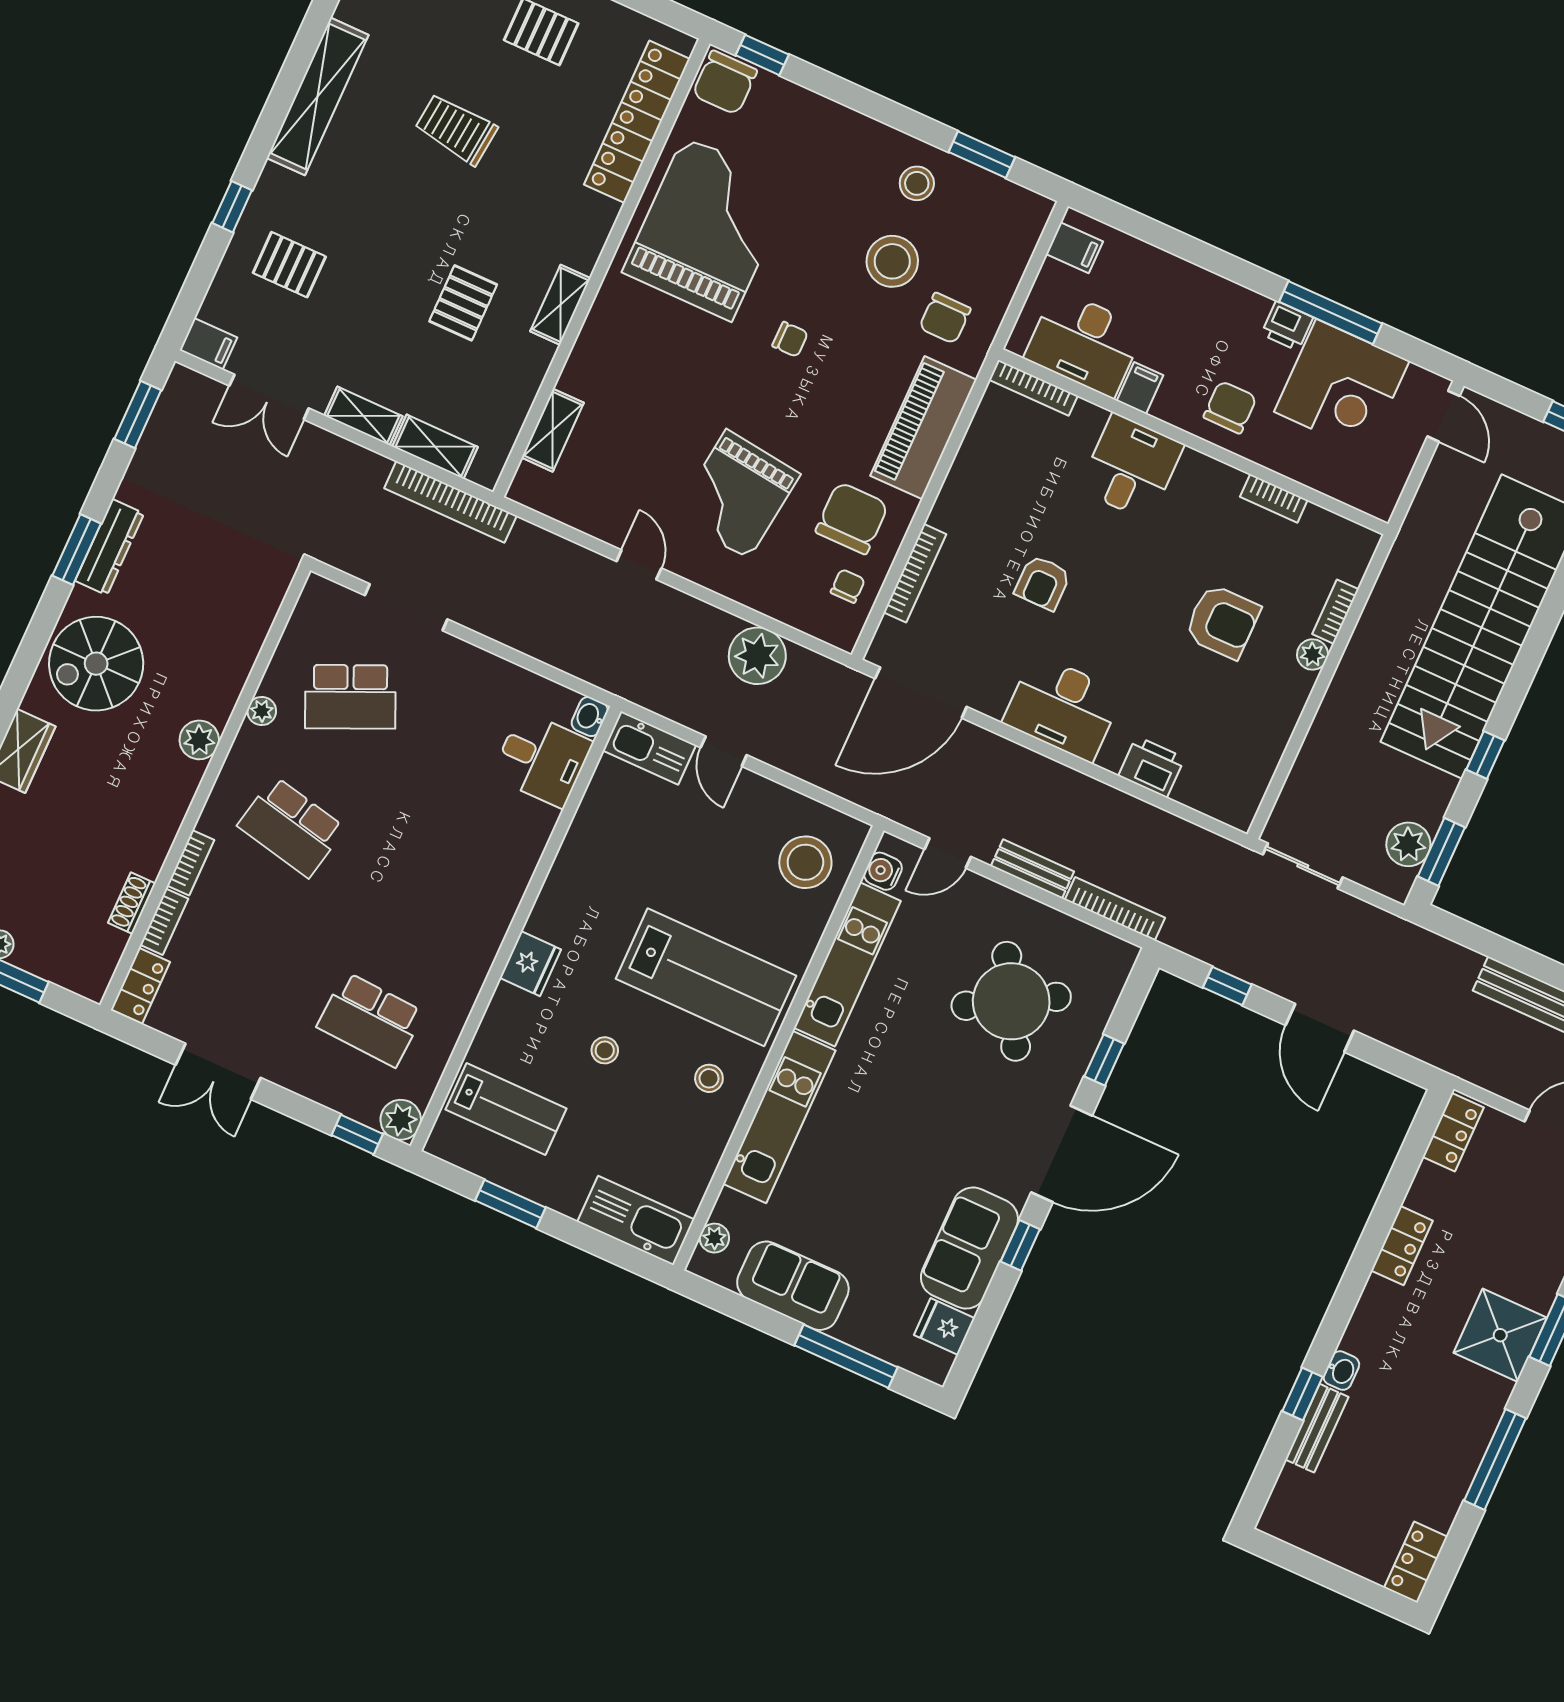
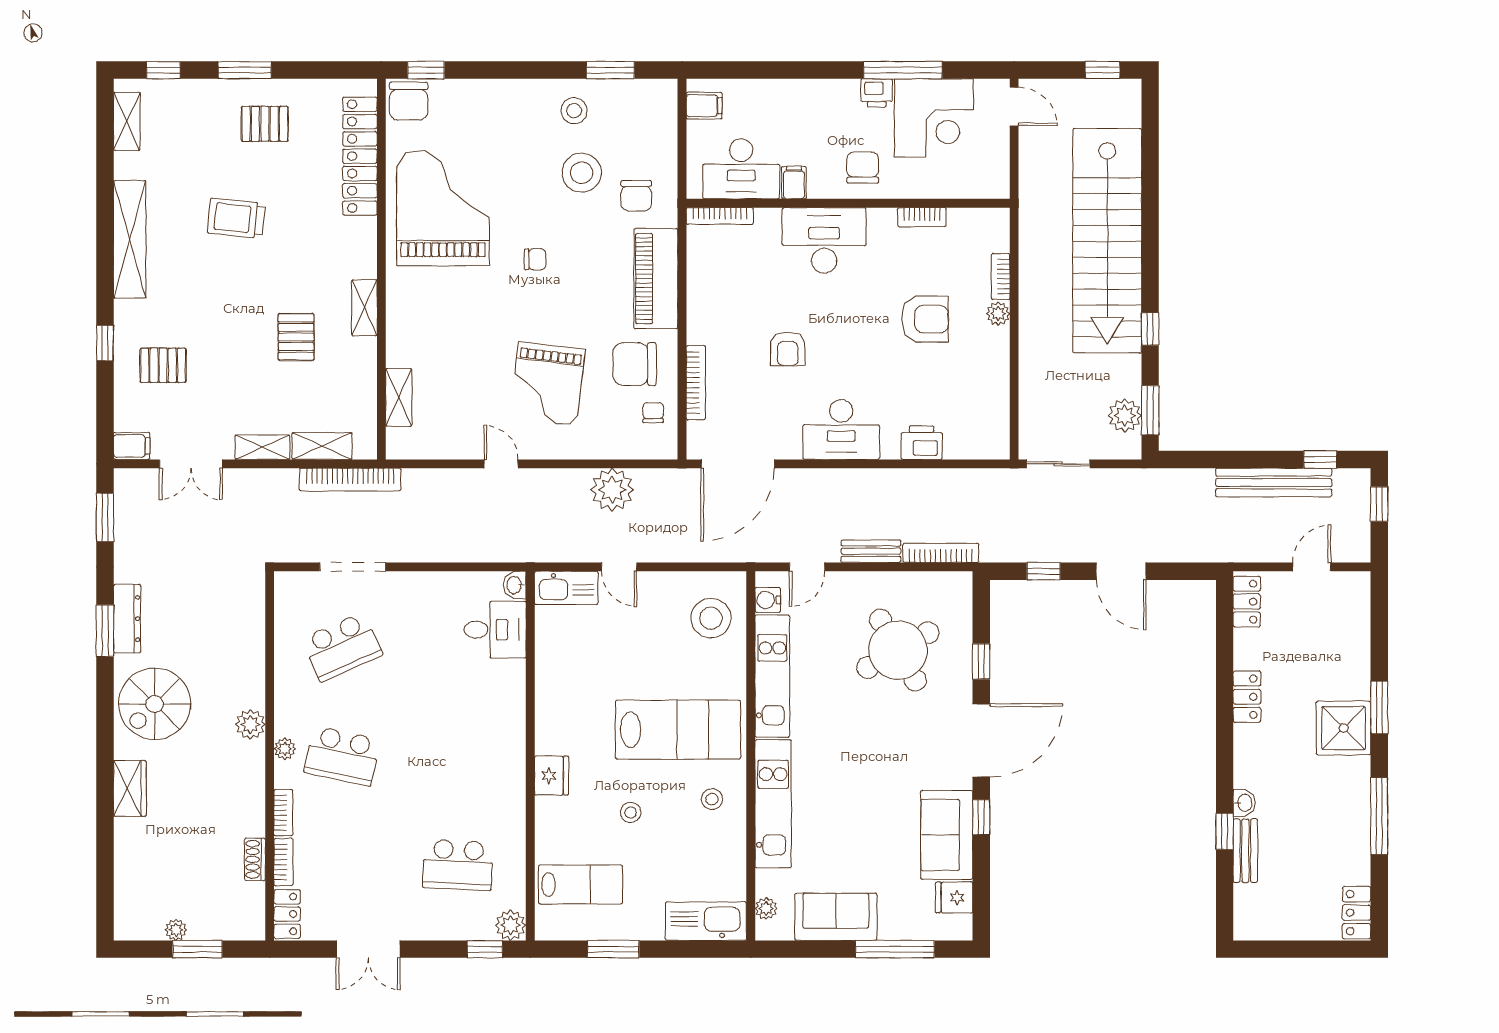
desk: (1131, 467) -> (824, 240), width x1.37
chair: (852, 518) -> (635, 364), turned -90
plant: (262, 711) -> (285, 749), moved

